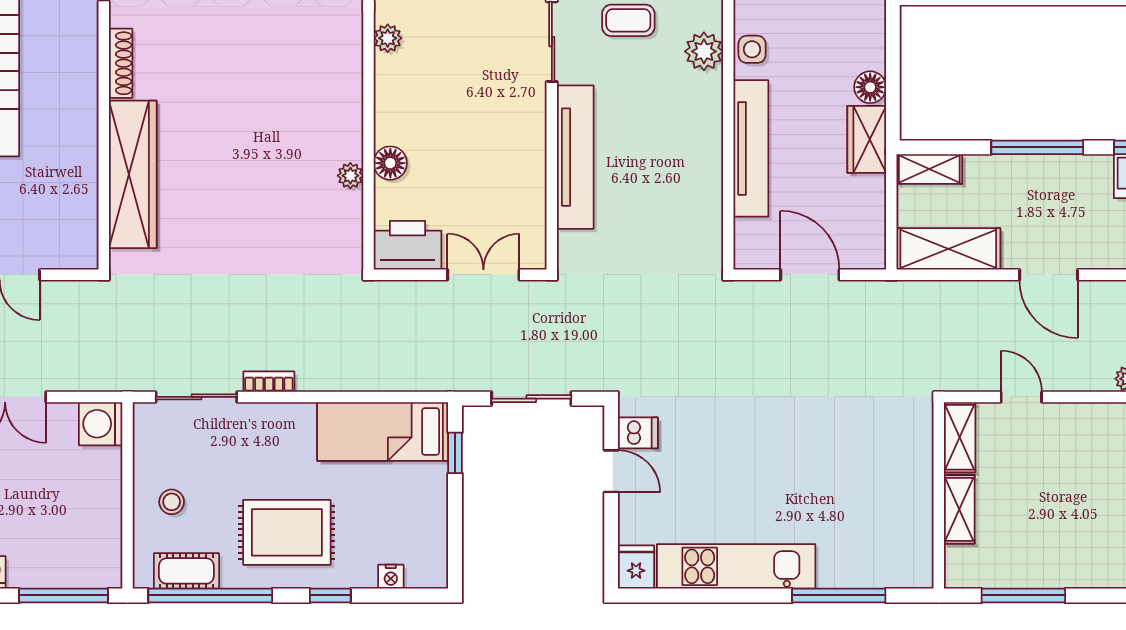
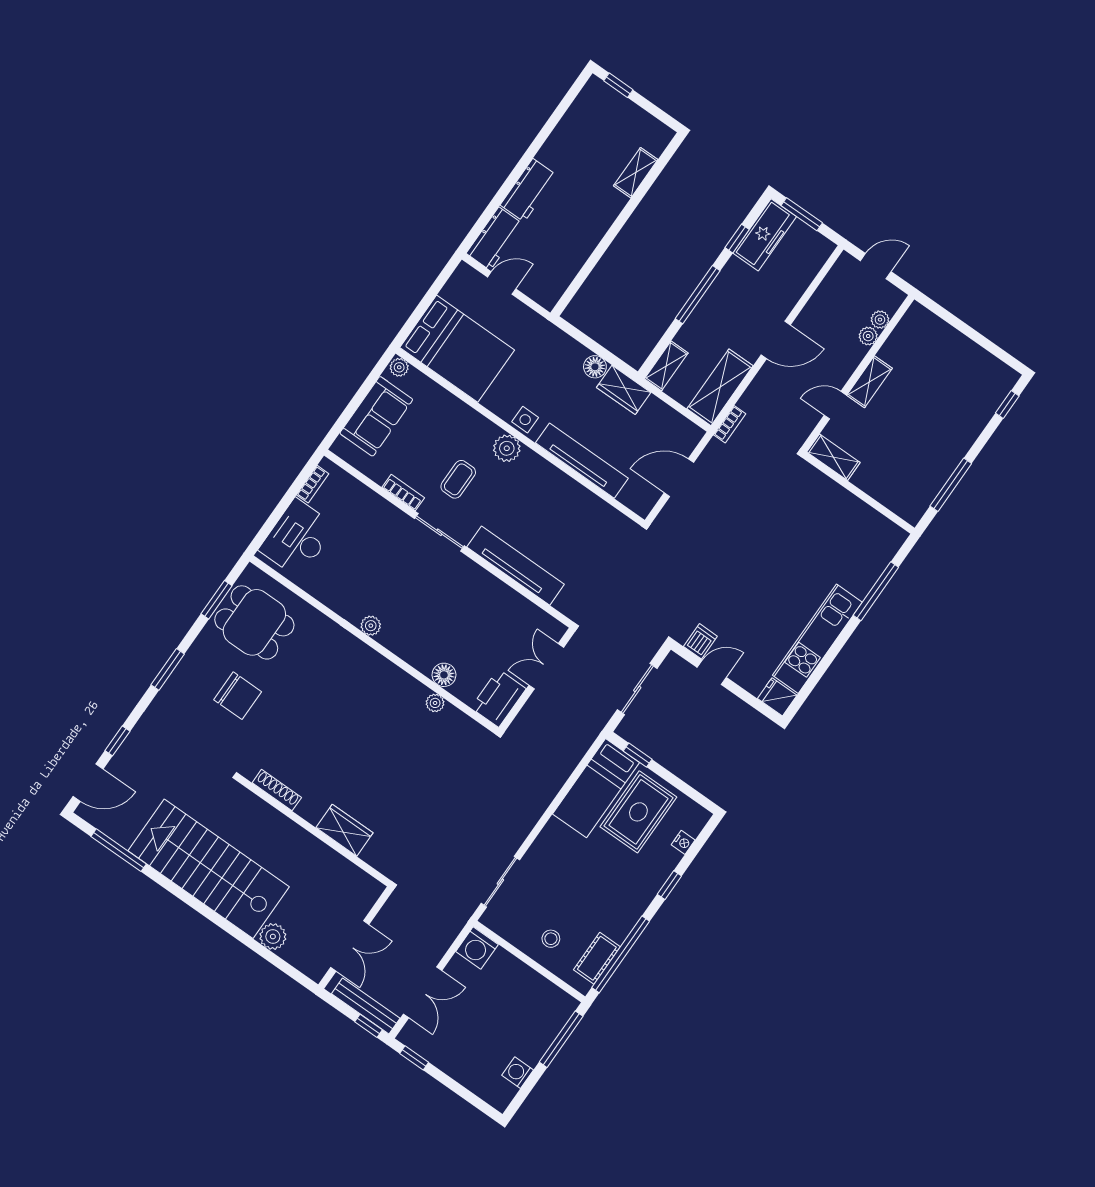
wardrobe: (133, 174) -> (344, 830), width x0.48, depth x0.85
bookcase: (269, 382) -> (730, 424), moved, turned 180
shelving: (959, 509) -> (869, 382), moved, turned 90
rug: (287, 532) -> (638, 812), moved

